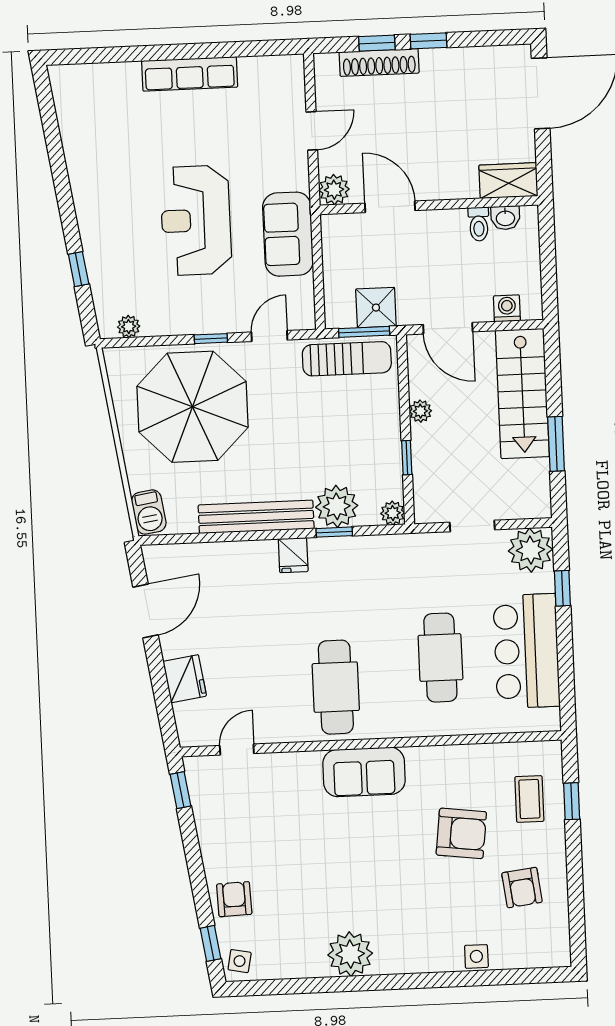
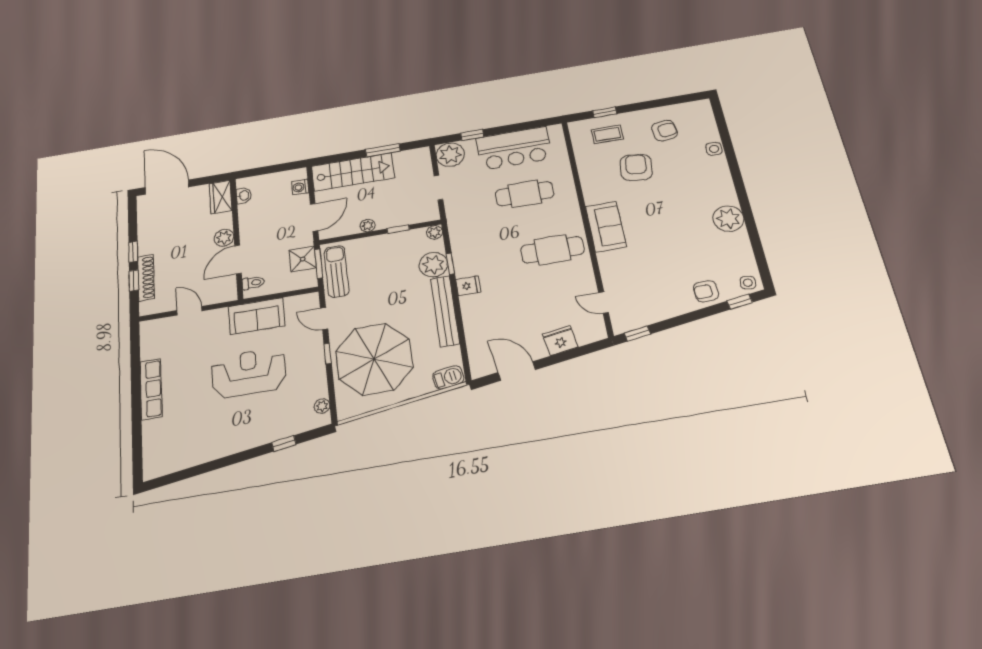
plant: (334, 190) -> (224, 238), moved
reception desk: (196, 220) -> (249, 373), turned 180
toilet: (479, 224) -> (253, 283), moved

